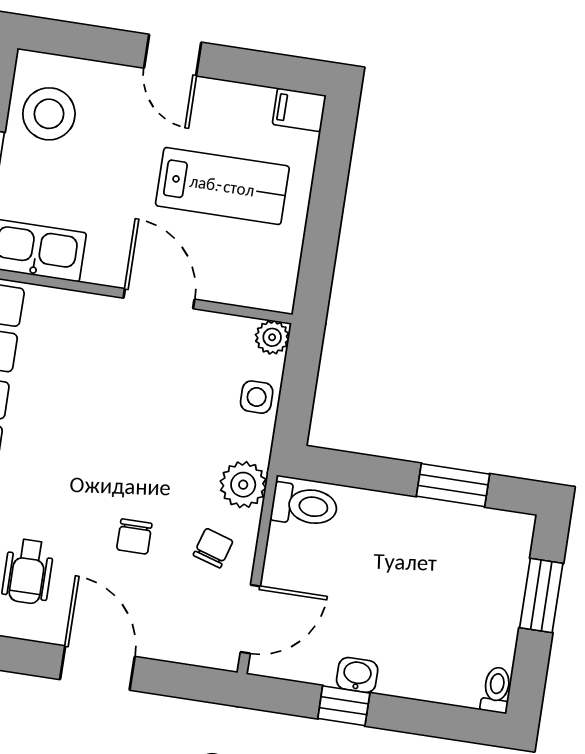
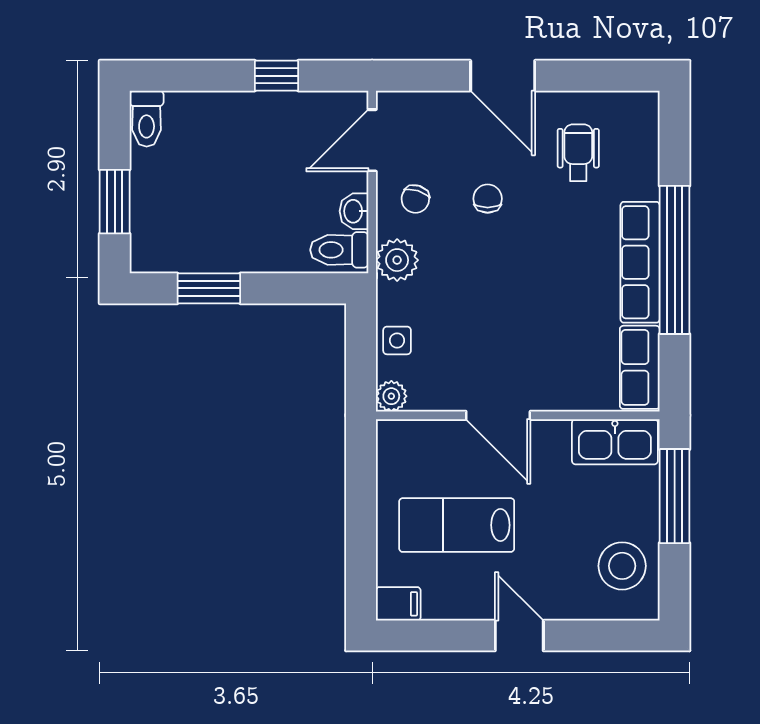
washbasin: (357, 675) -> (354, 211), moved, turned 90
toilet: (496, 690) -> (147, 119), width x1.37, depth x1.39

